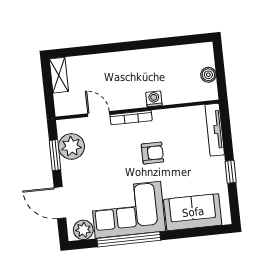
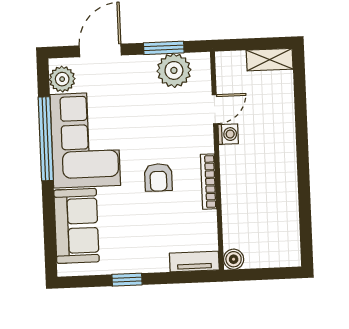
boiler: (208, 75) -> (234, 259), moved
washing machine: (154, 99) -> (228, 134), moved
bookcase: (131, 118) -> (209, 182), moved
tv unit: (215, 130) -> (194, 262), width x0.71

